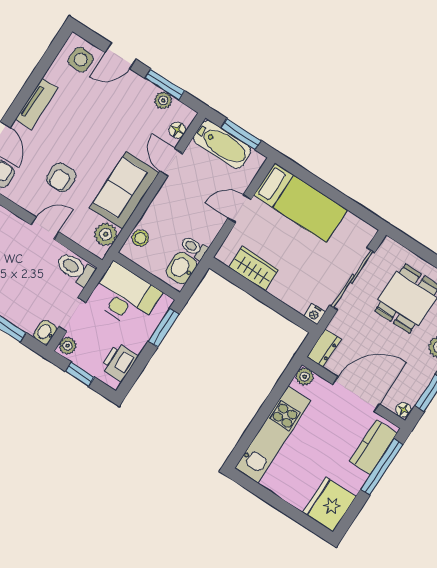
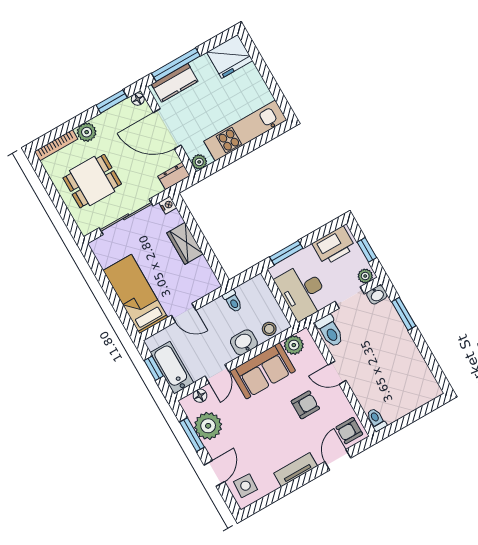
door: (120, 56) -> (214, 473), hinge flipped
plant: (163, 100) -> (208, 426), width x1.87, depth x1.87
window: (241, 134) -> (154, 368), width x0.67
washbasin: (181, 268) -> (244, 342), moved, turned 180
wardrobe: (254, 269) -> (185, 243), moved
printer: (119, 362) -> (334, 246), width x1.37, depth x1.19

